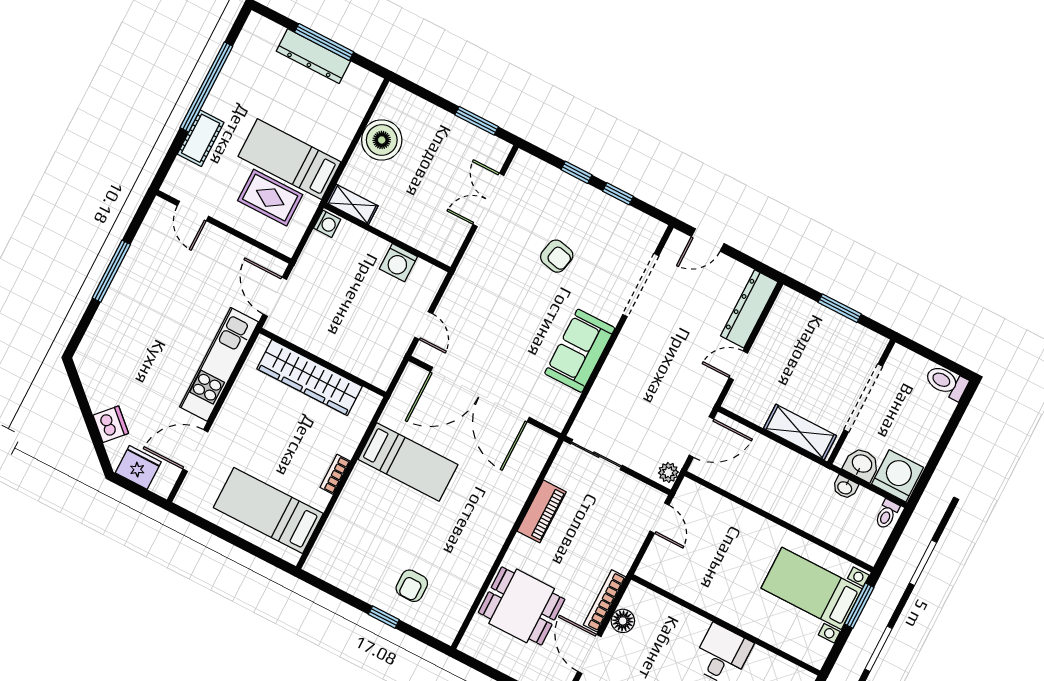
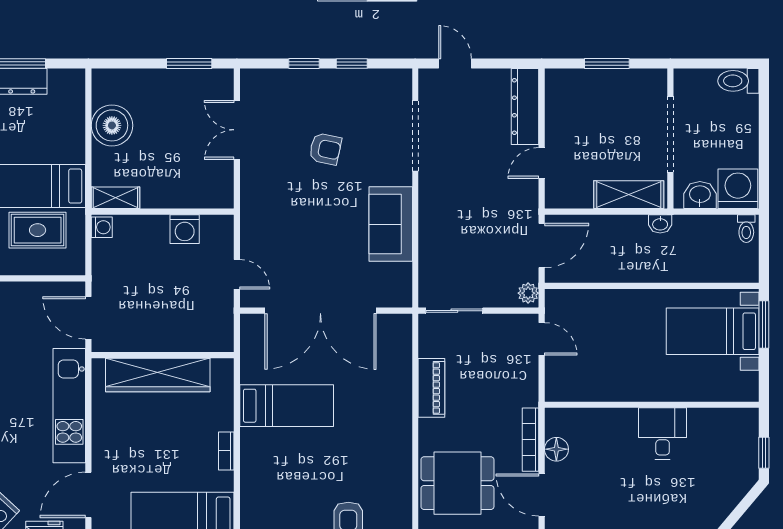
door: (708, 240) -> (455, 63), swing flipped
washbasin: (845, 487) -> (660, 224), moved

